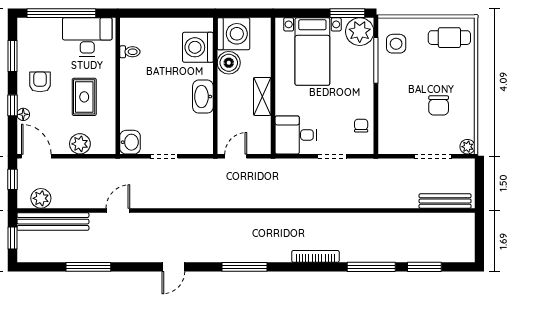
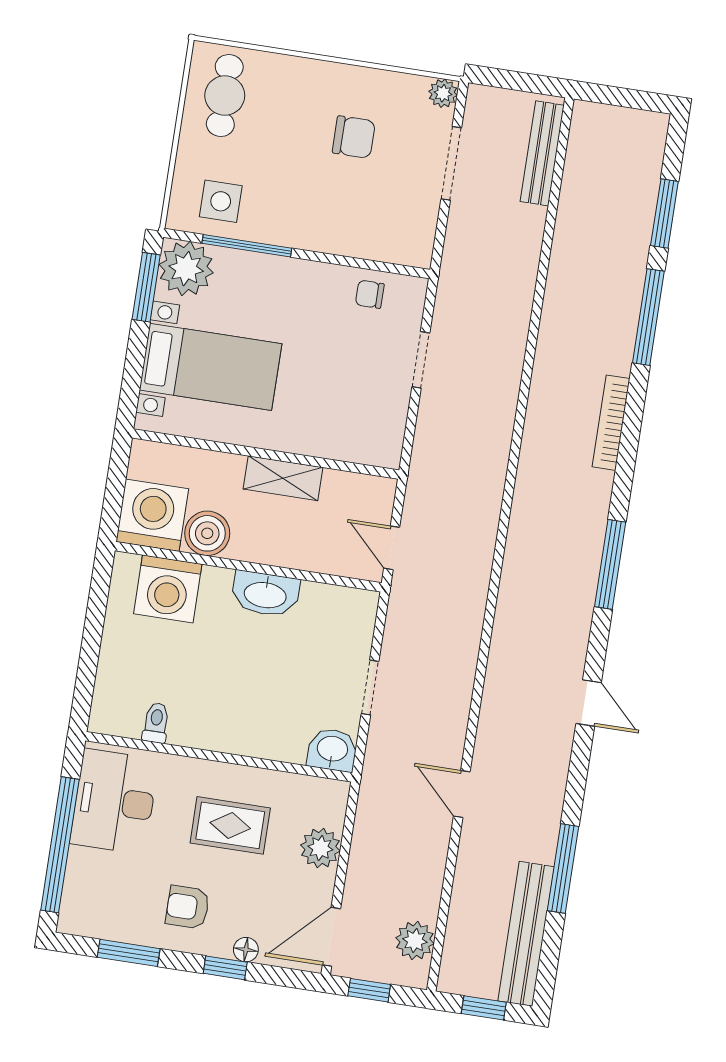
desk: (296, 135) -> (368, 424), removed
bench: (53, 222) -> (526, 934), moved

